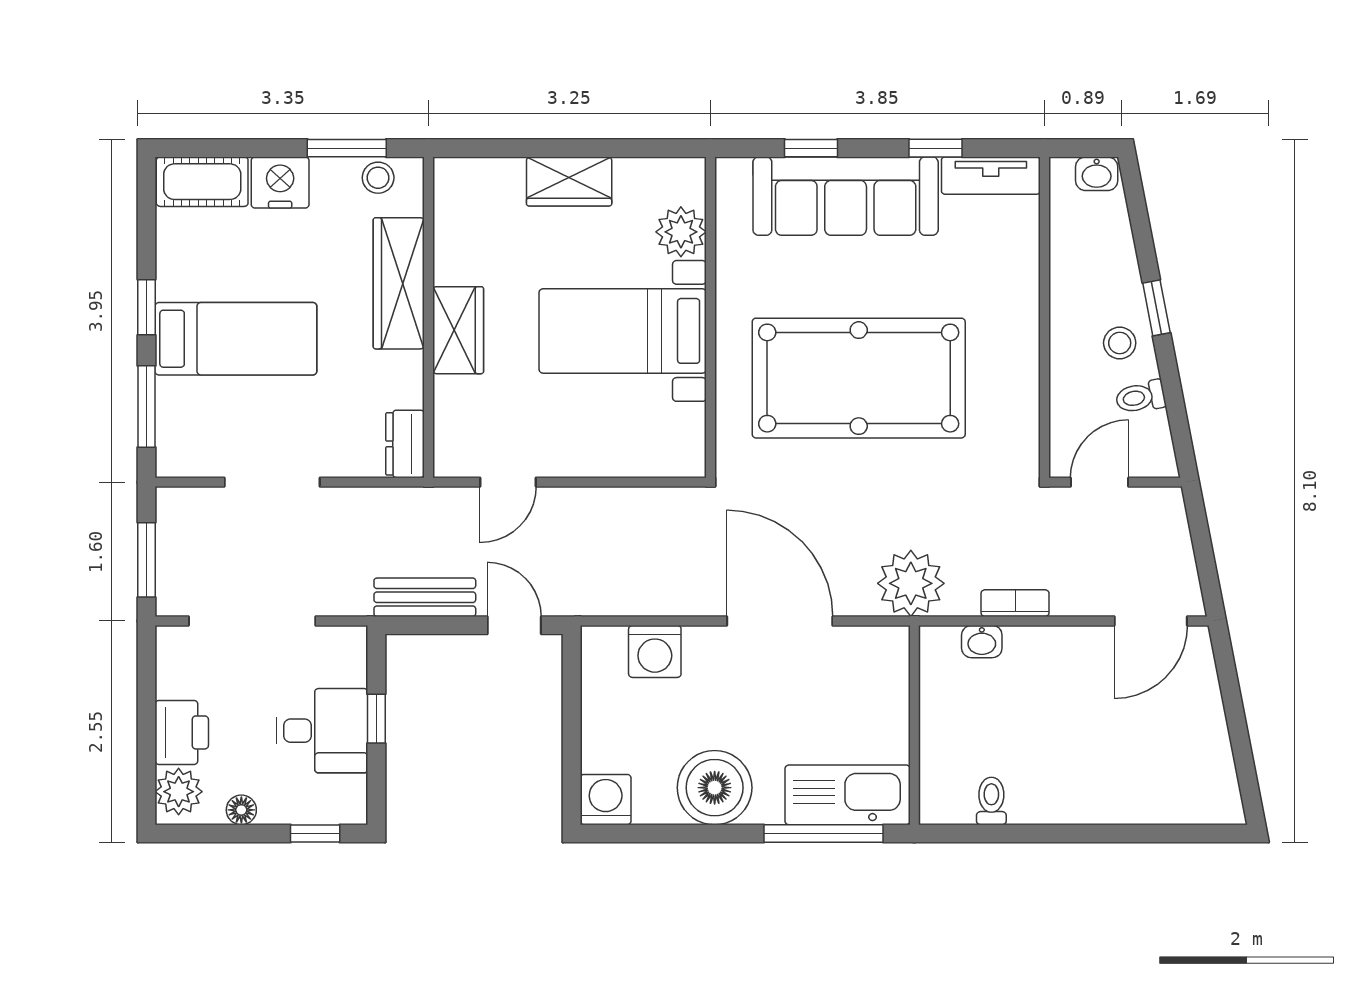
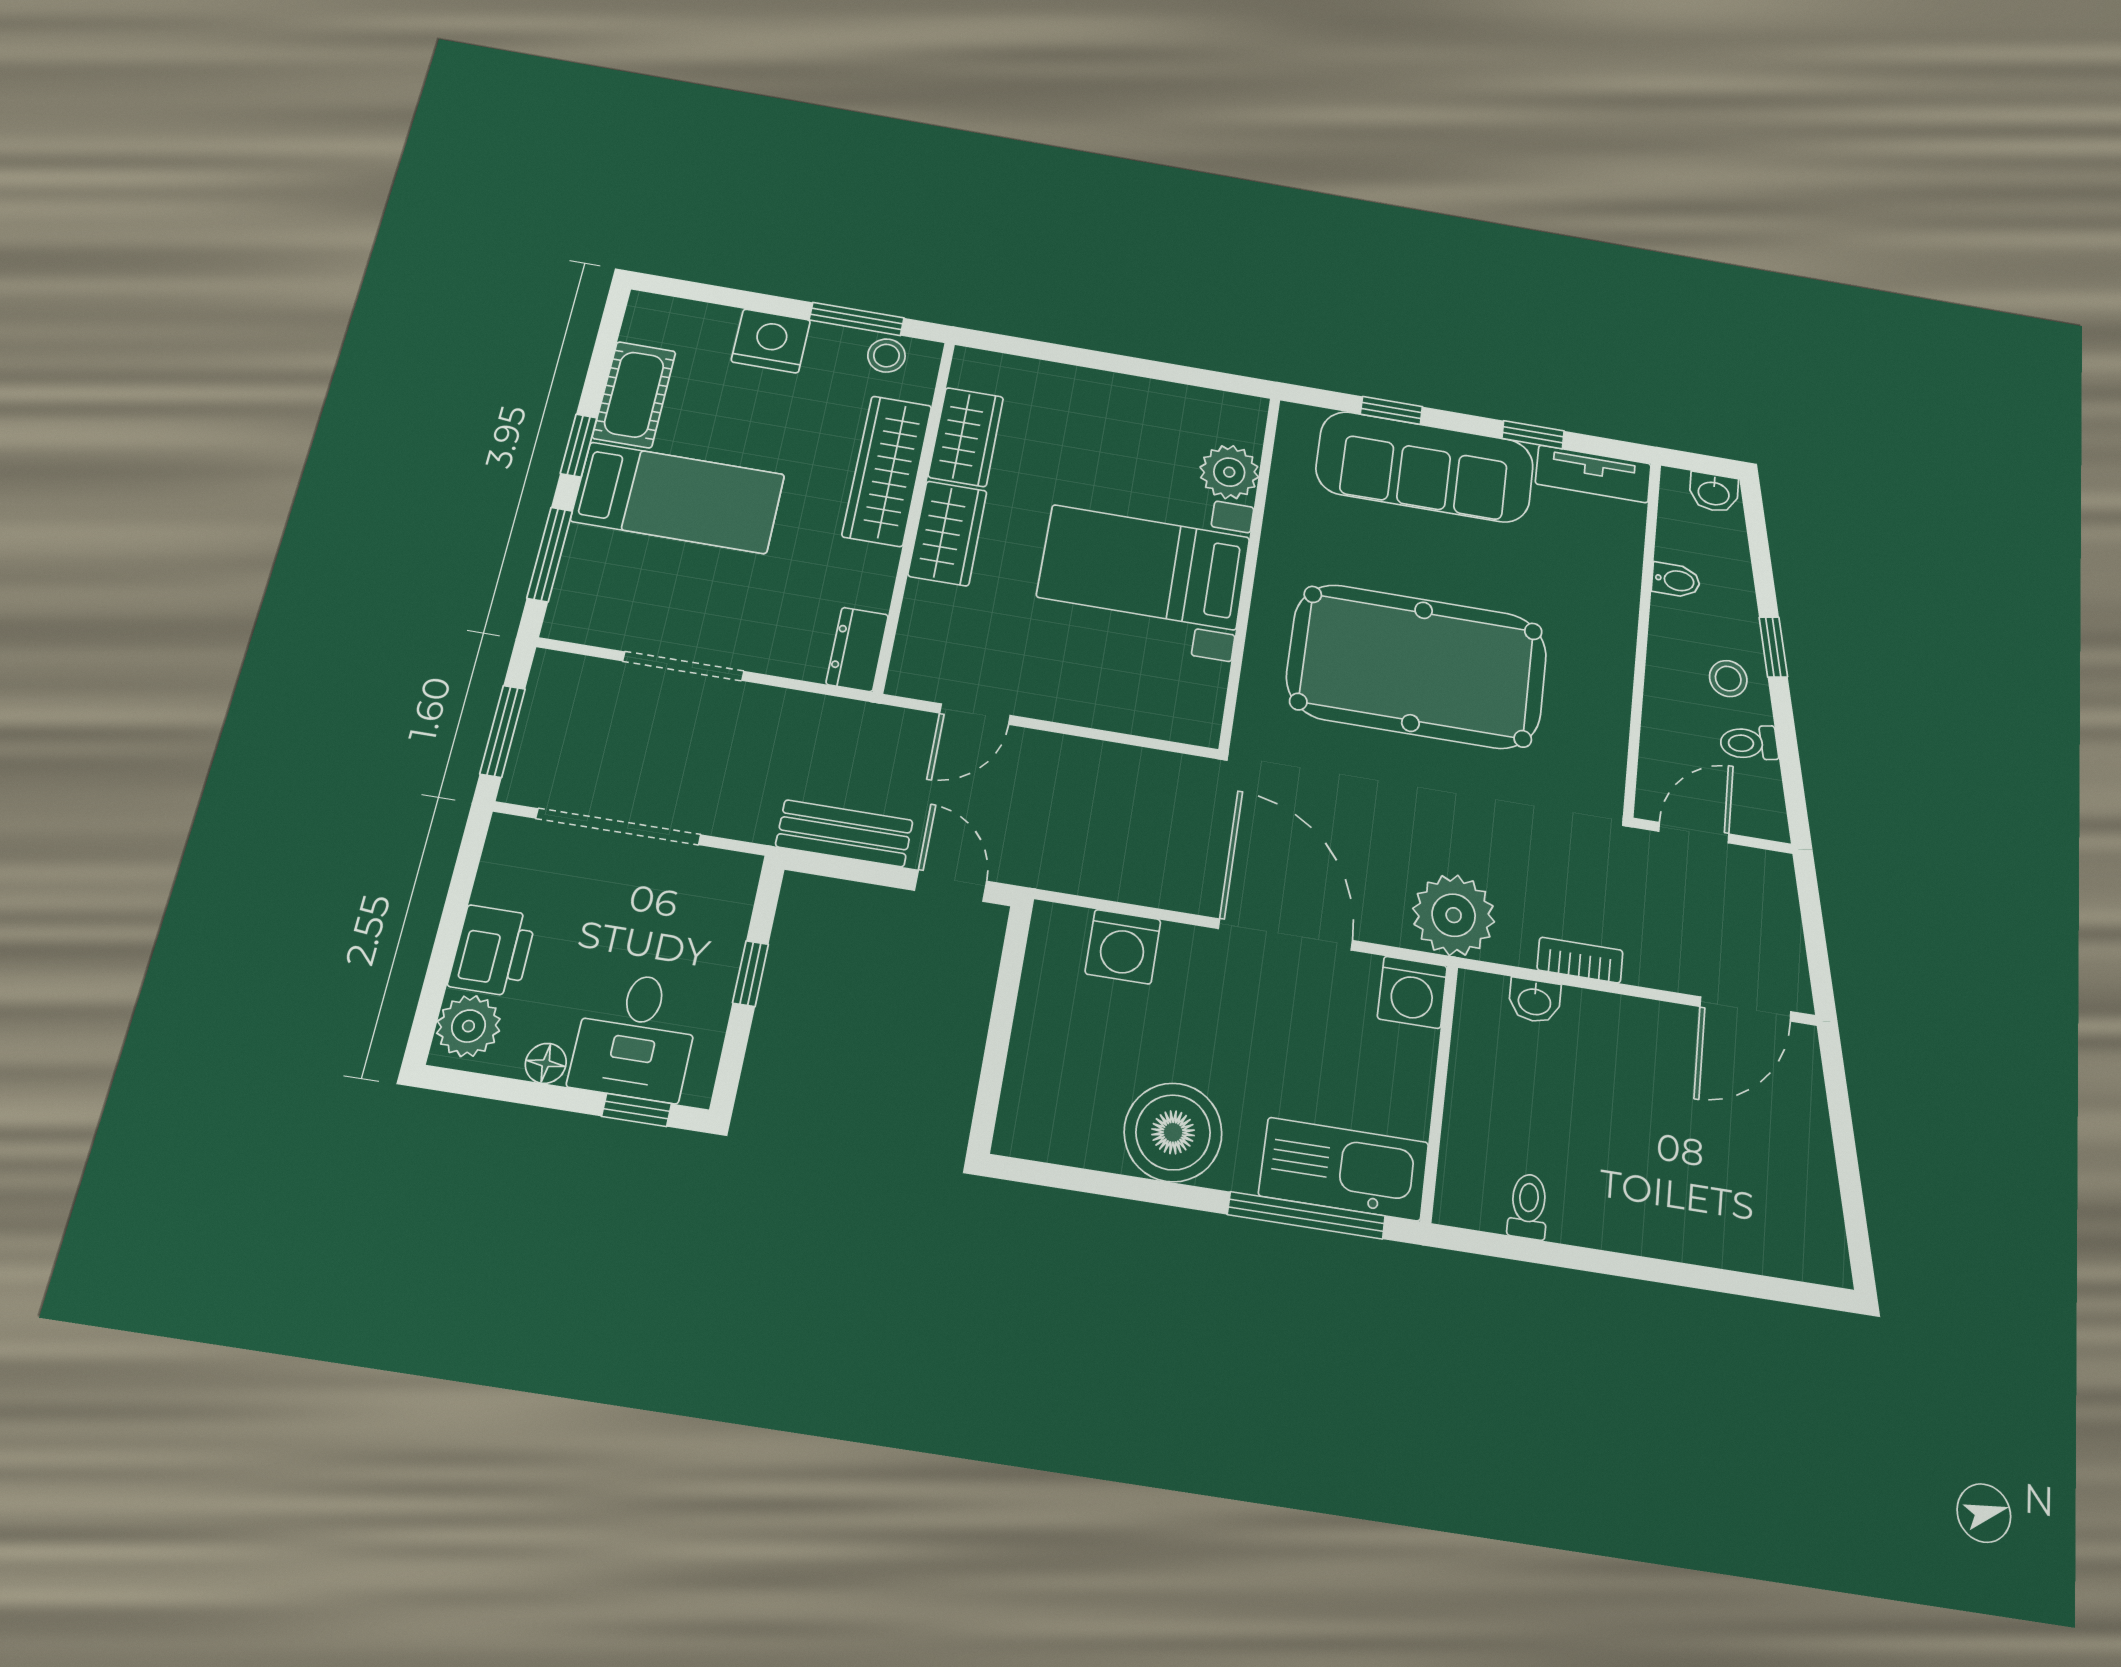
wardrobe: (569, 181) -> (966, 437), moved, turned -90
cot: (202, 182) -> (634, 395), moved, turned 90
bidet: (1069, 262) -> (1676, 580), added
desk: (322, 731) -> (636, 1036), moved, turned 90
washing machine: (606, 800) -> (1412, 992), moved, turned 180

